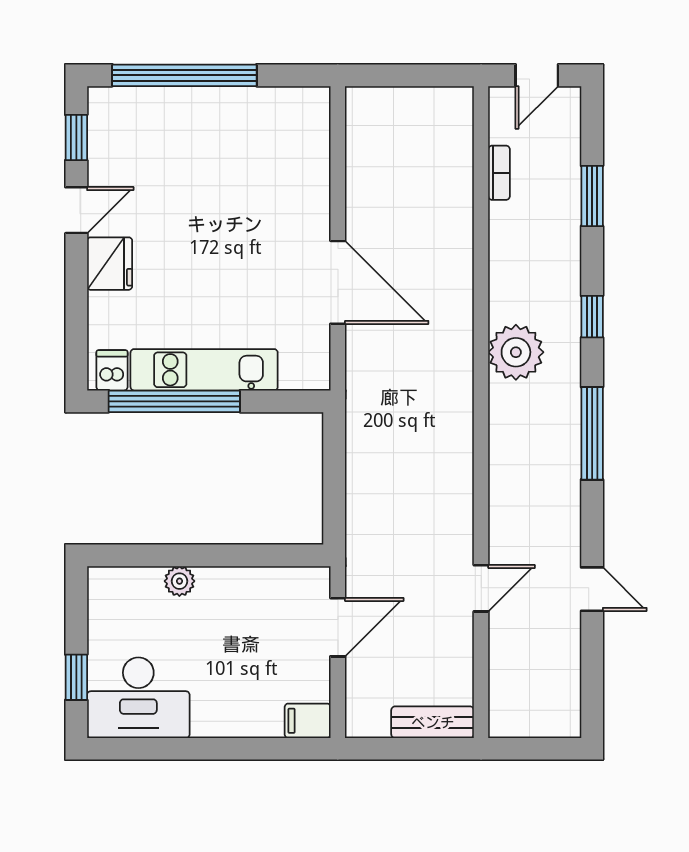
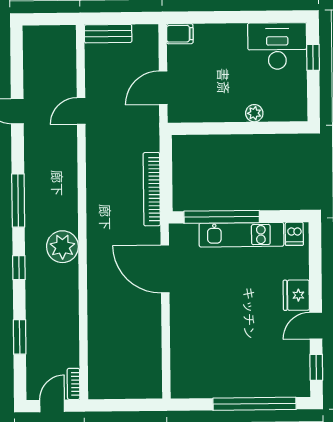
bookcase: (499, 173) -> (74, 384), moved
door: (338, 282) -> (165, 269), moved
window: (174, 401) -> (222, 217), moved
bookcase: (359, 451) -> (152, 189), added

